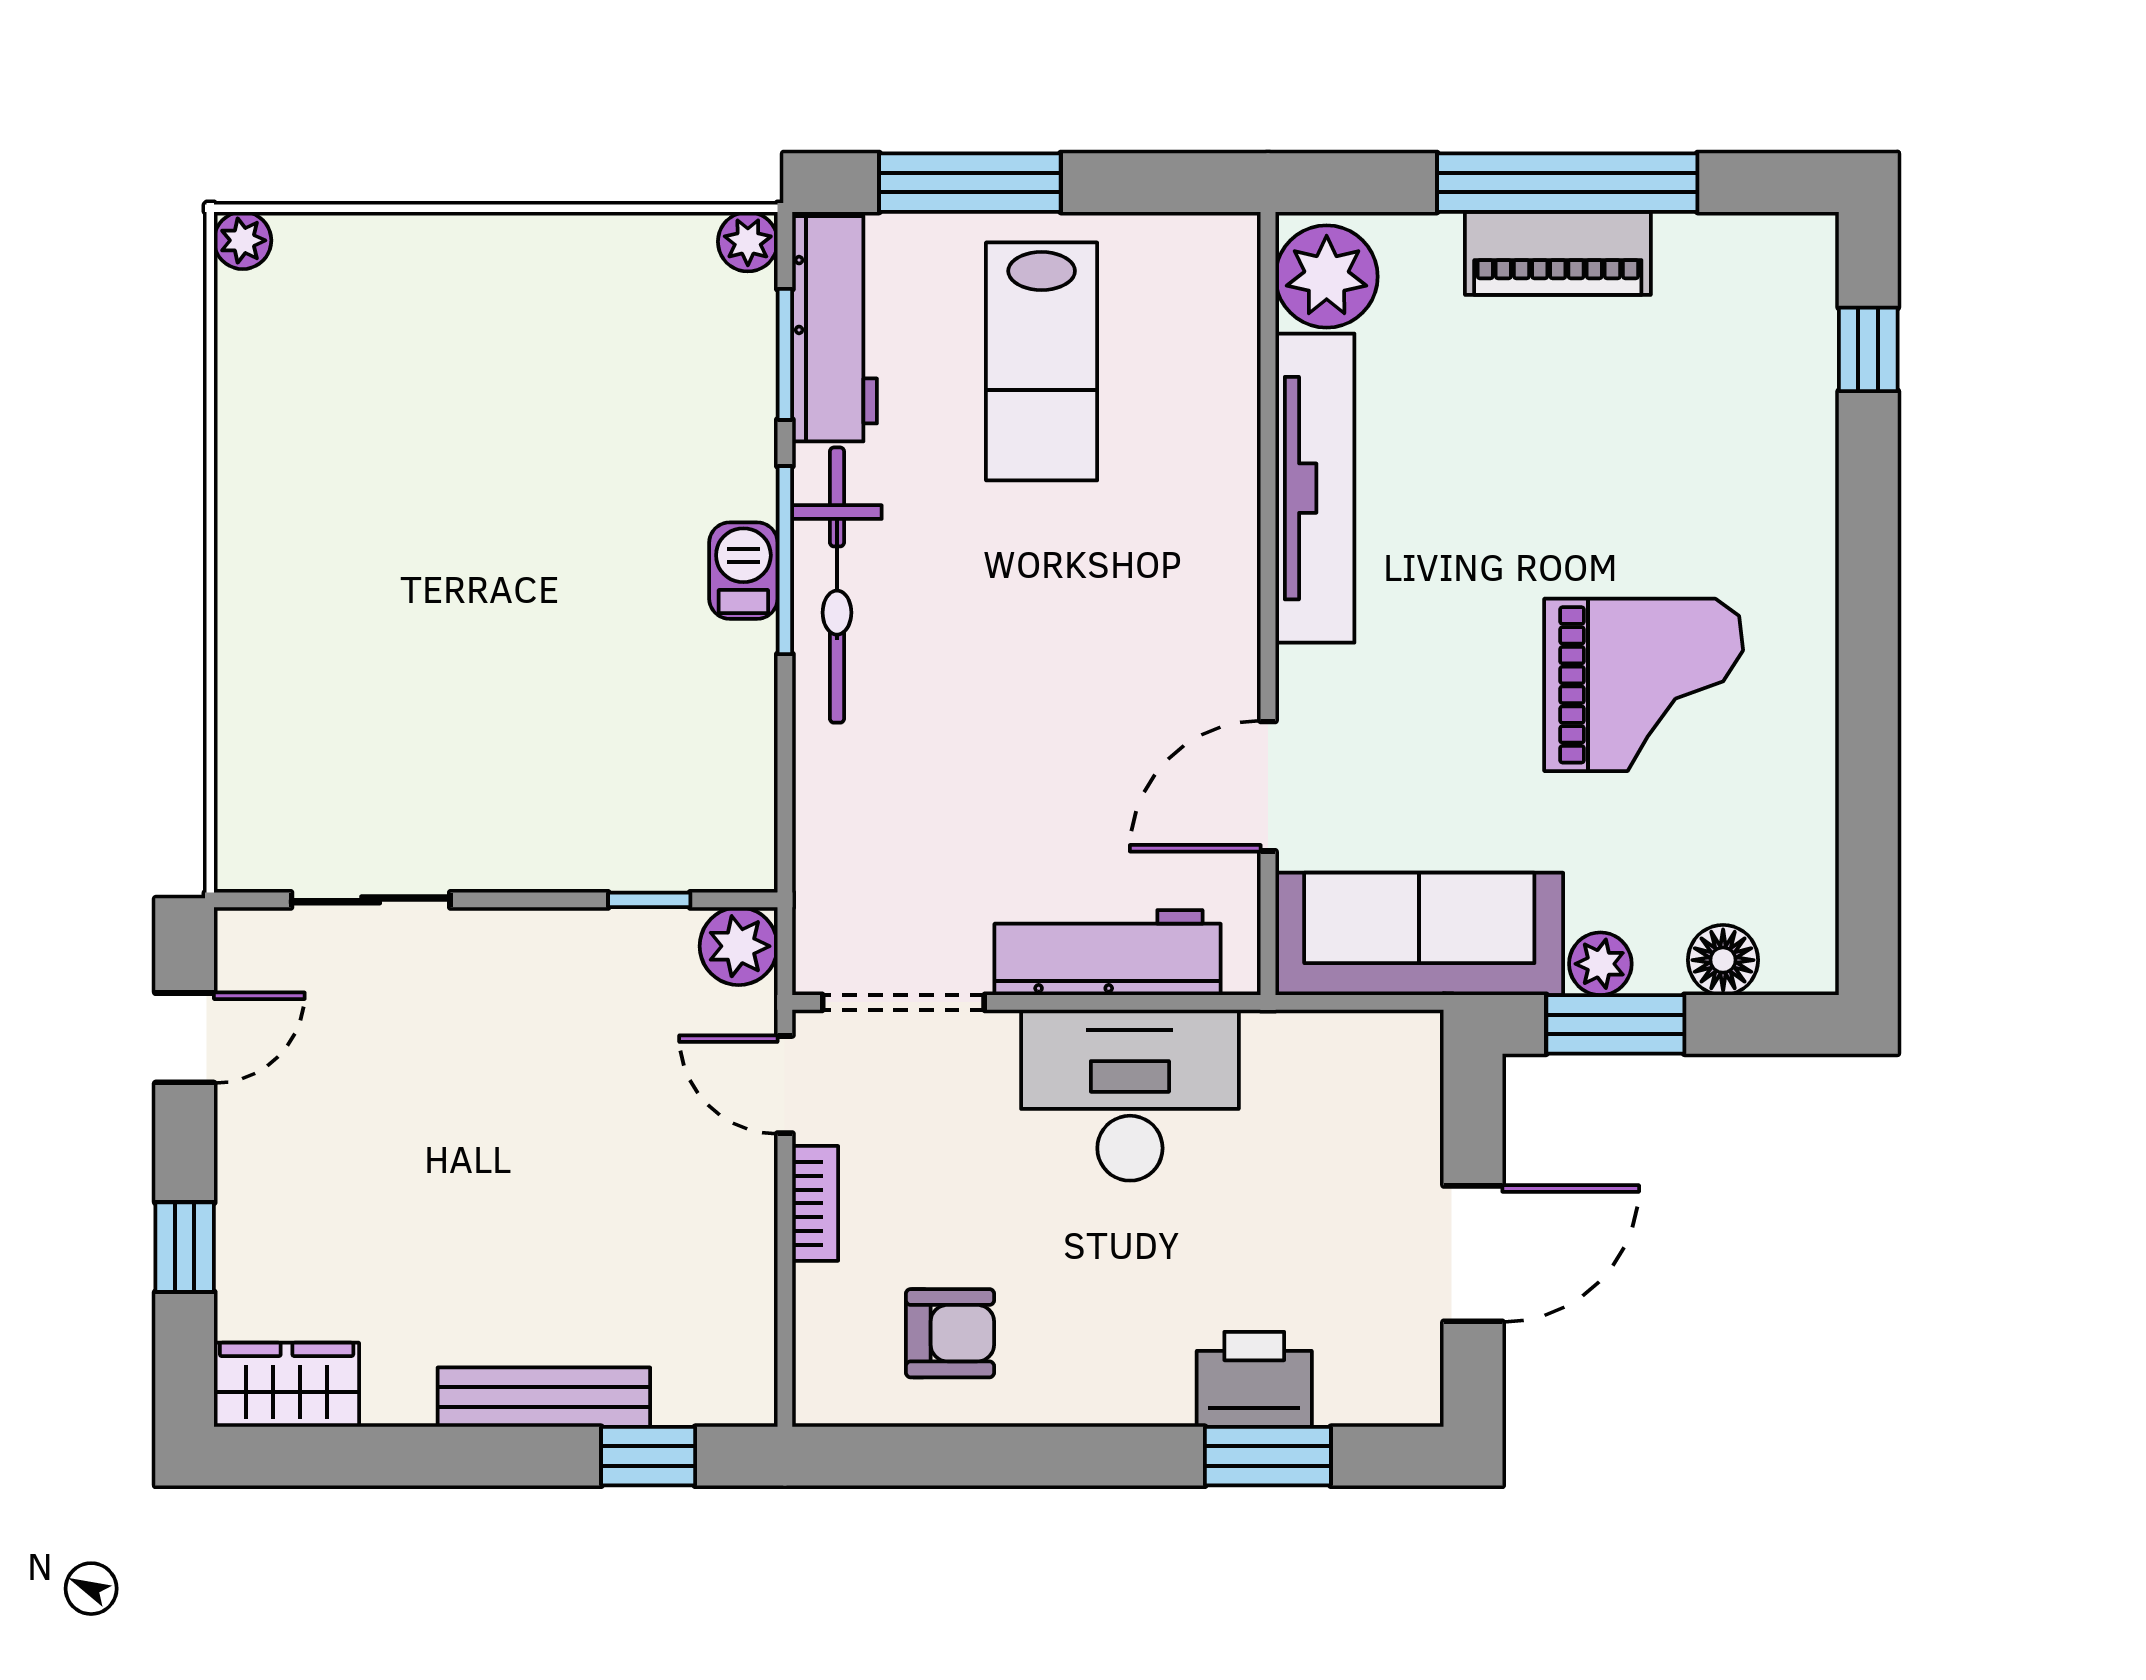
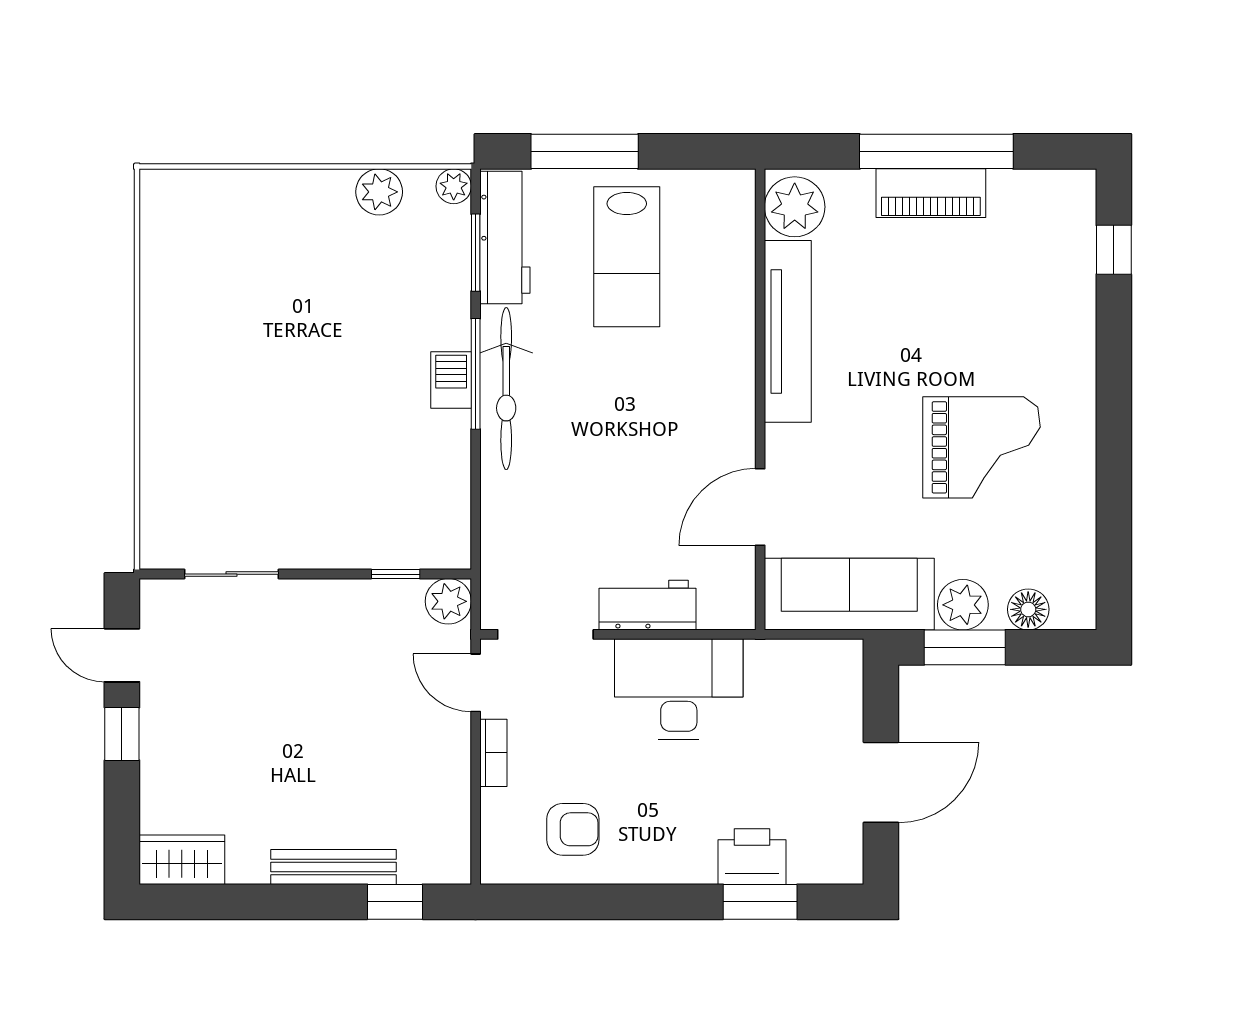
plant: (243, 240) -> (379, 192), moved, width x1.38, depth x1.38
workbench: (1108, 953) -> (647, 605), width x0.73
plant: (1600, 964) -> (963, 605), width x1.38, depth x1.38
door: (185, 1038) -> (122, 655), swing flipped
window: (185, 1247) -> (122, 734), moved

